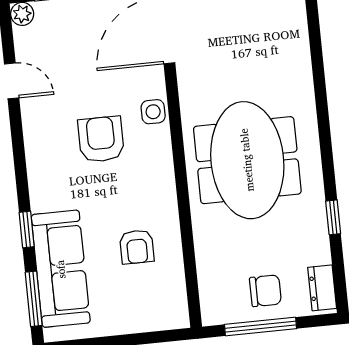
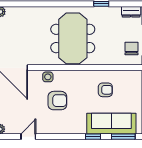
armchair: (101, 139) -> (57, 101), turned 180
meeting table: (247, 160) -> (73, 38), turned 90
chair: (265, 291) -> (131, 48), moved

